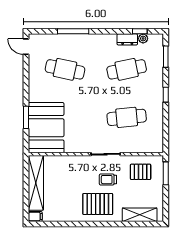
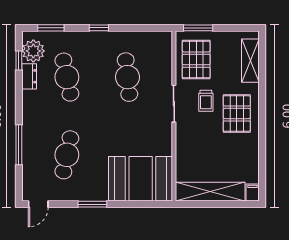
plant: (143, 39) -> (33, 51), width x1.88, depth x1.88
window: (26, 117) -> (92, 204), moved
pallet: (141, 172) -> (196, 60), width x1.50, depth x1.42

